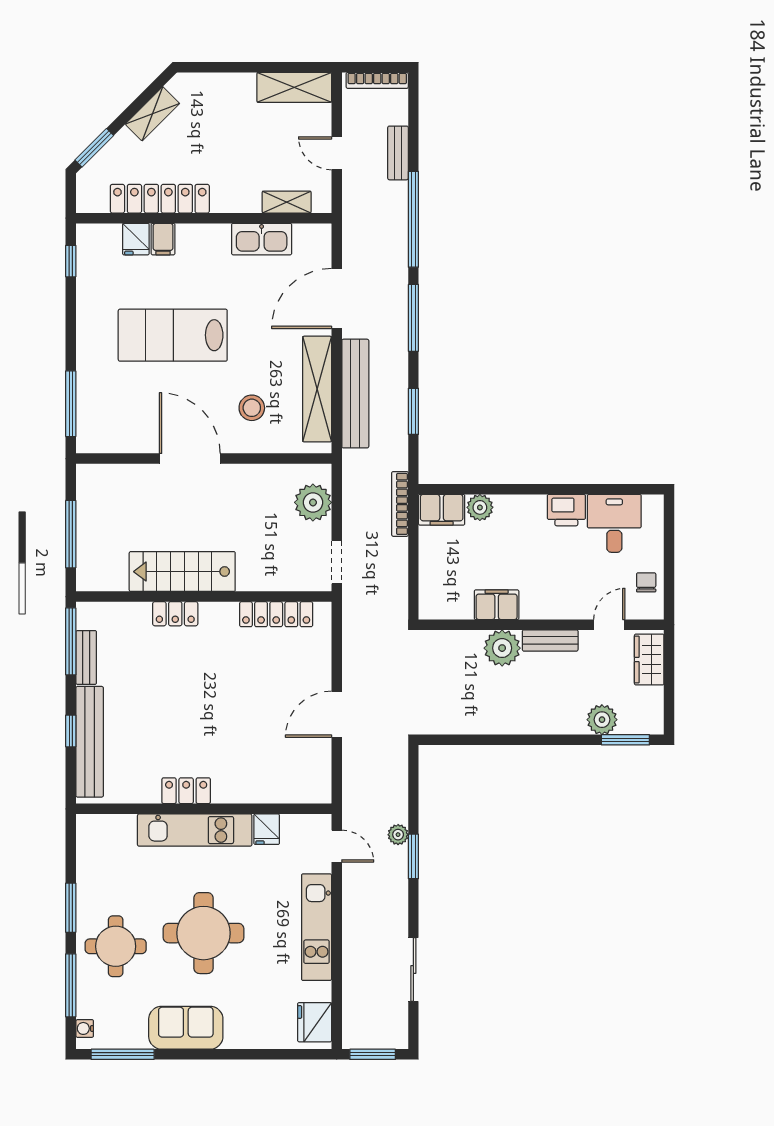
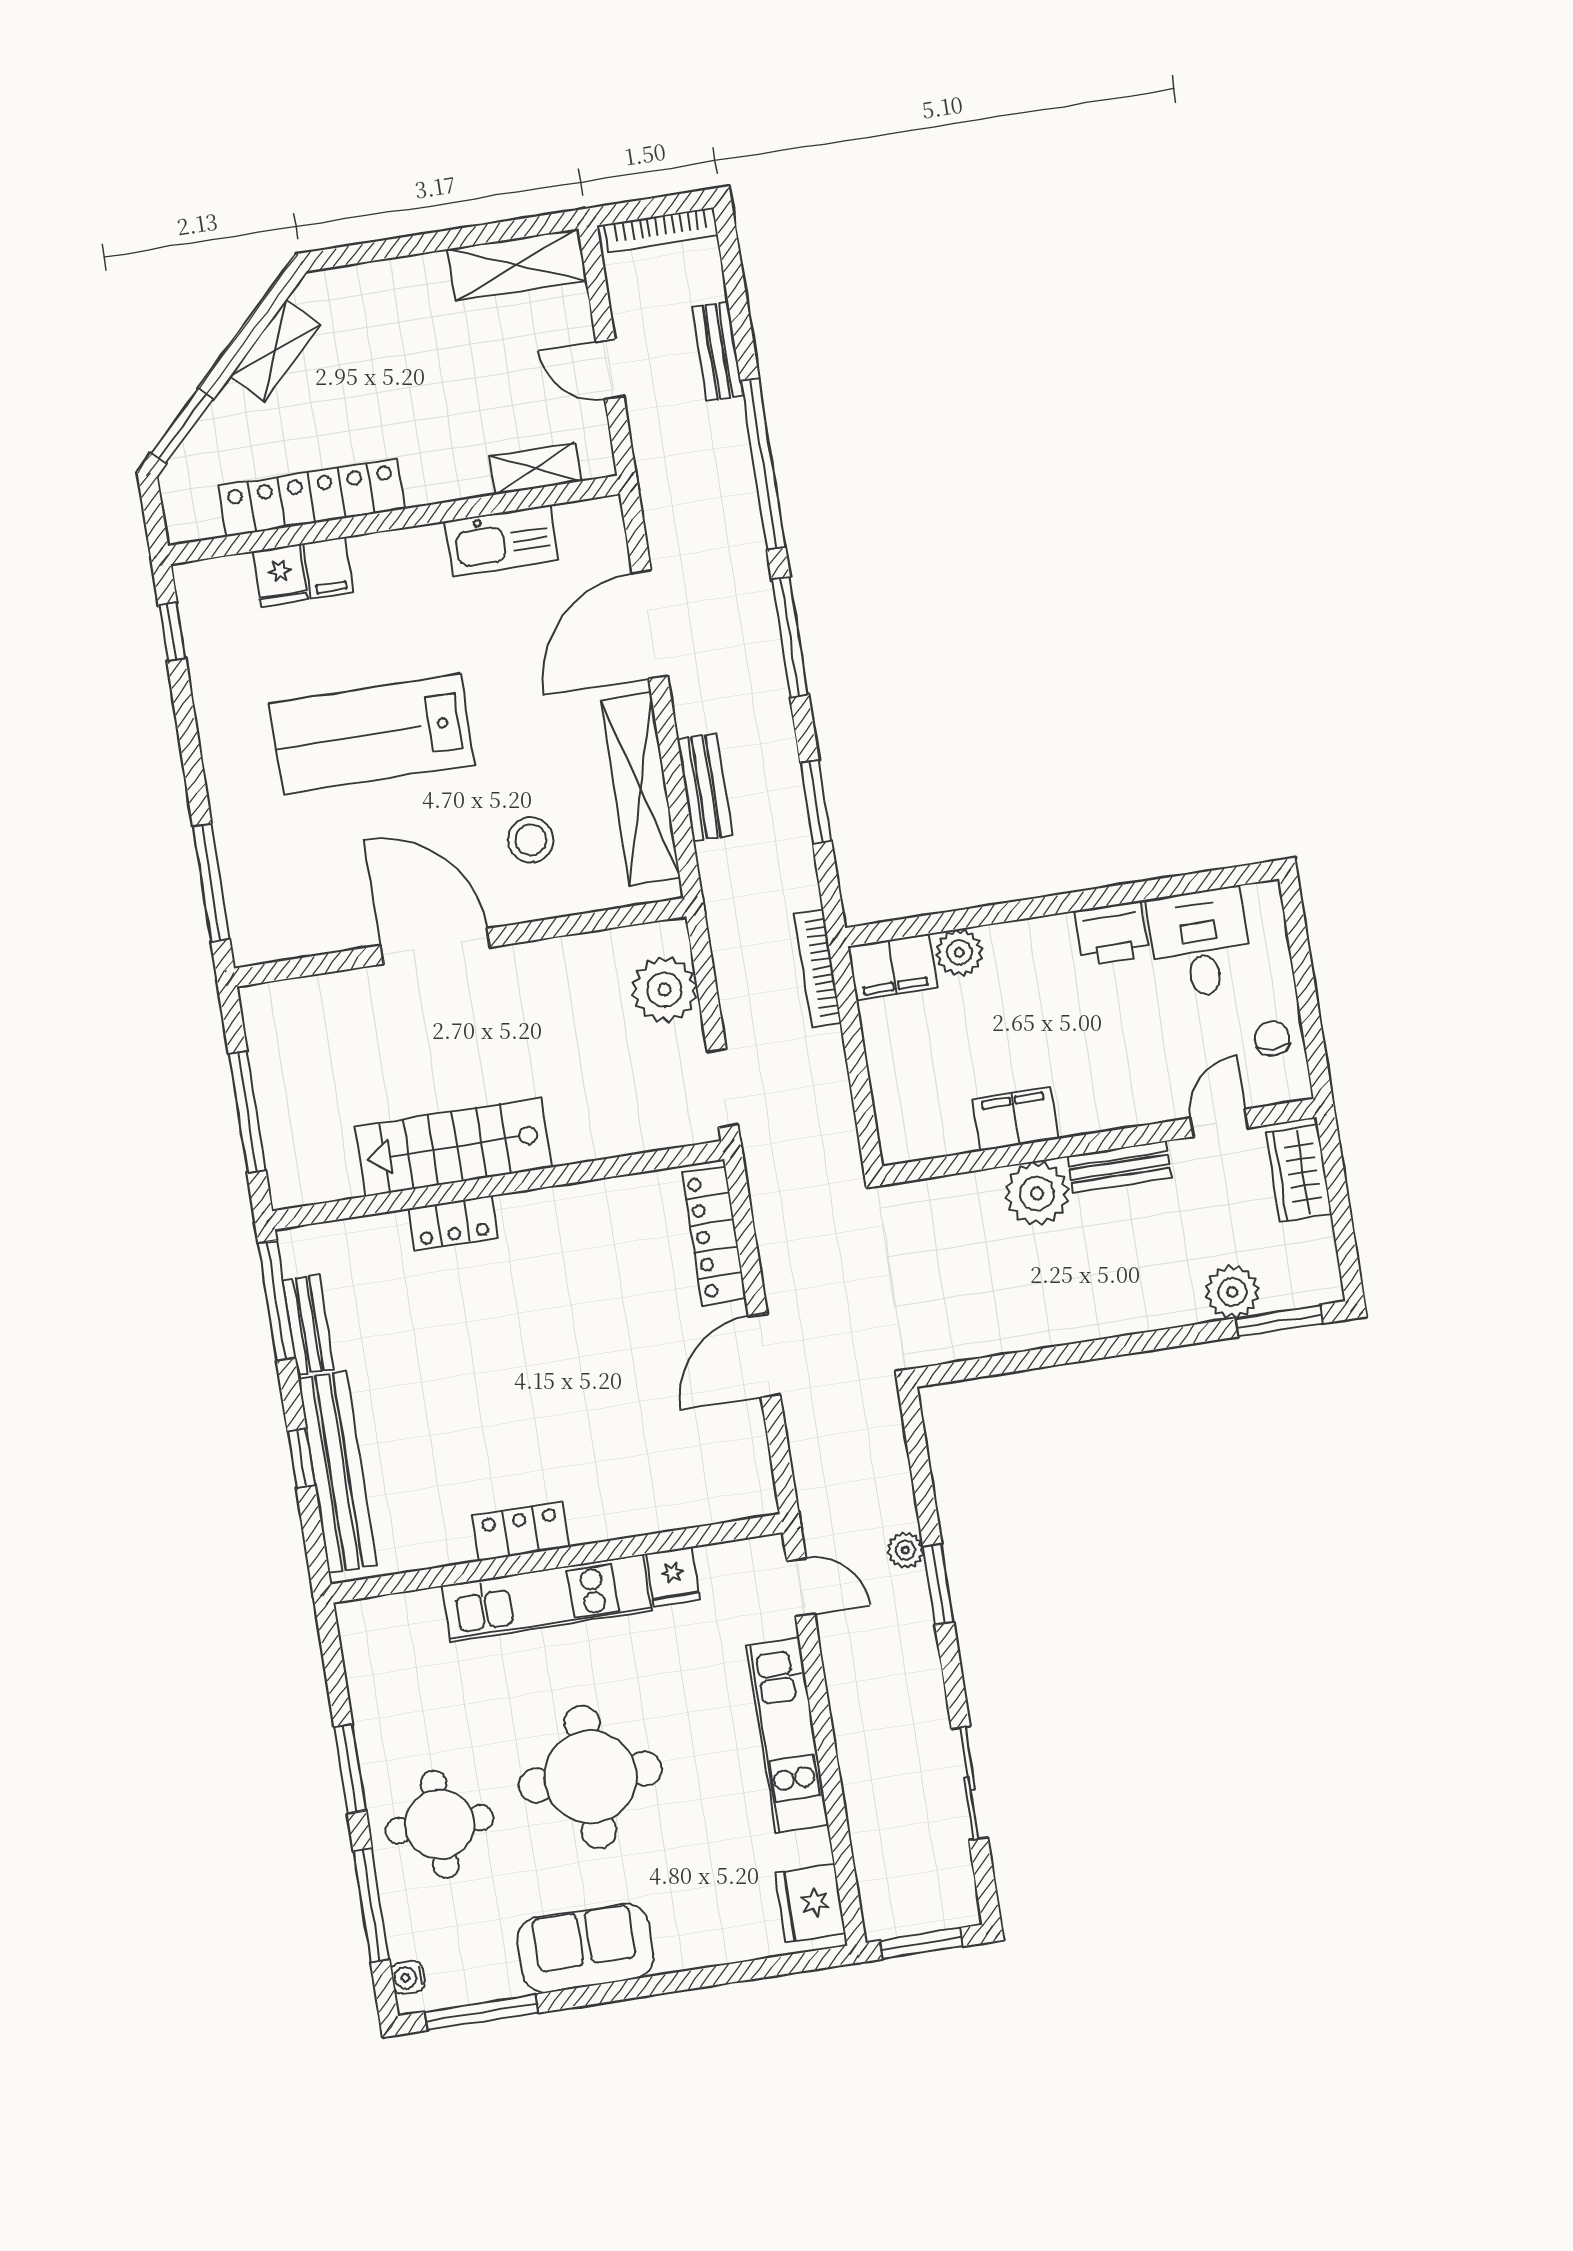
bench: (355, 394) -> (705, 787), width x0.54, depth x0.82
locker: (276, 614) -> (714, 1236), moved, turned 90

